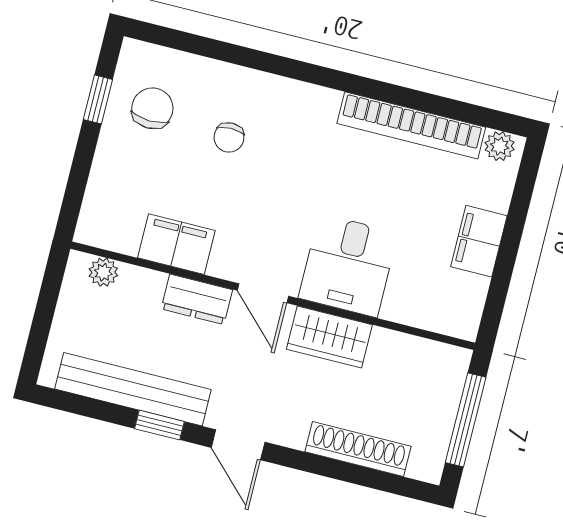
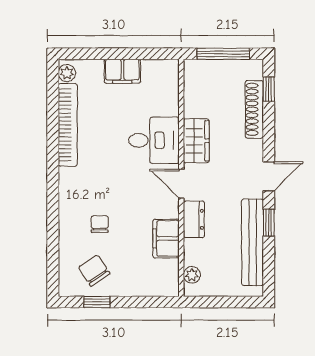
chair: (152, 108) -> (94, 271), turned 54
chair: (229, 137) -> (100, 224), turned -90
door: (263, 293) -> (181, 184), swing flipped
window: (386, 482) -> (269, 89), added

